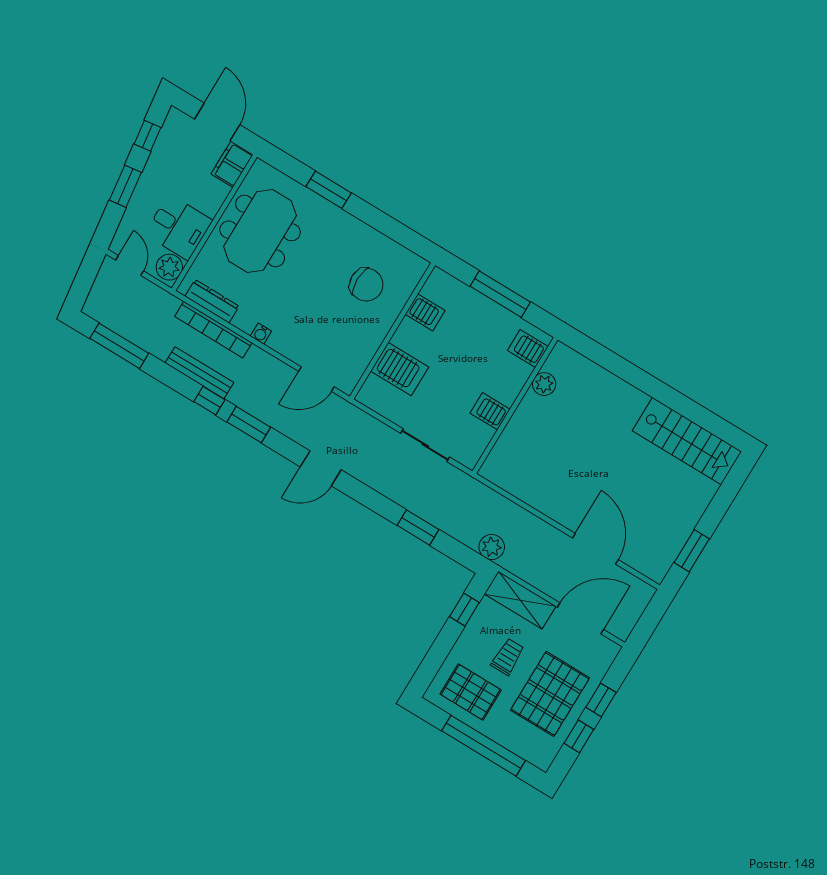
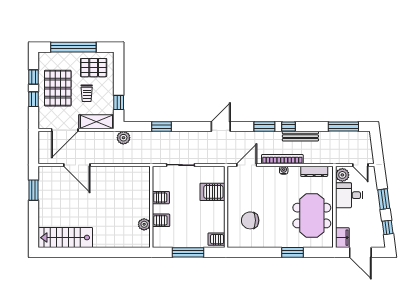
server rack: (425, 312) -> (216, 239), moved
bookcase: (213, 330) -> (282, 159), moved
server rack: (528, 348) -> (161, 220), moved

